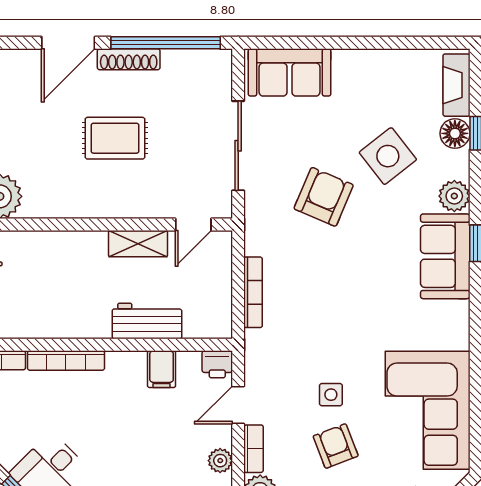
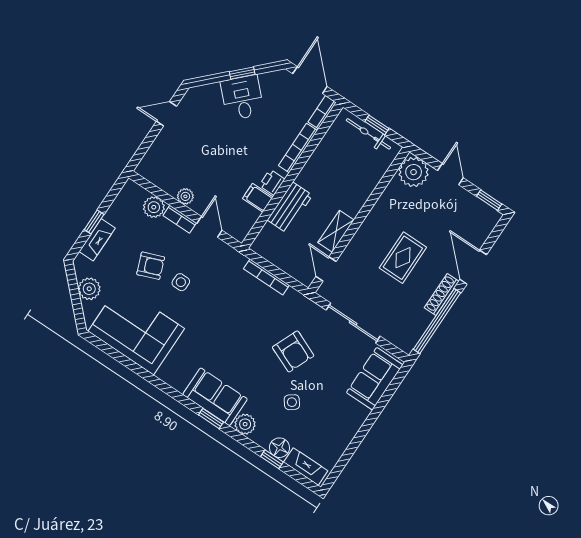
side table: (388, 156) -> (292, 402), width x0.54, depth x0.54
printer: (217, 364) -> (272, 182), moved

